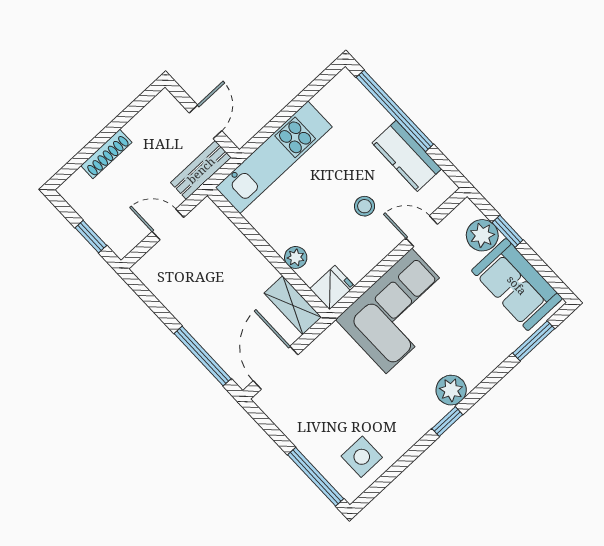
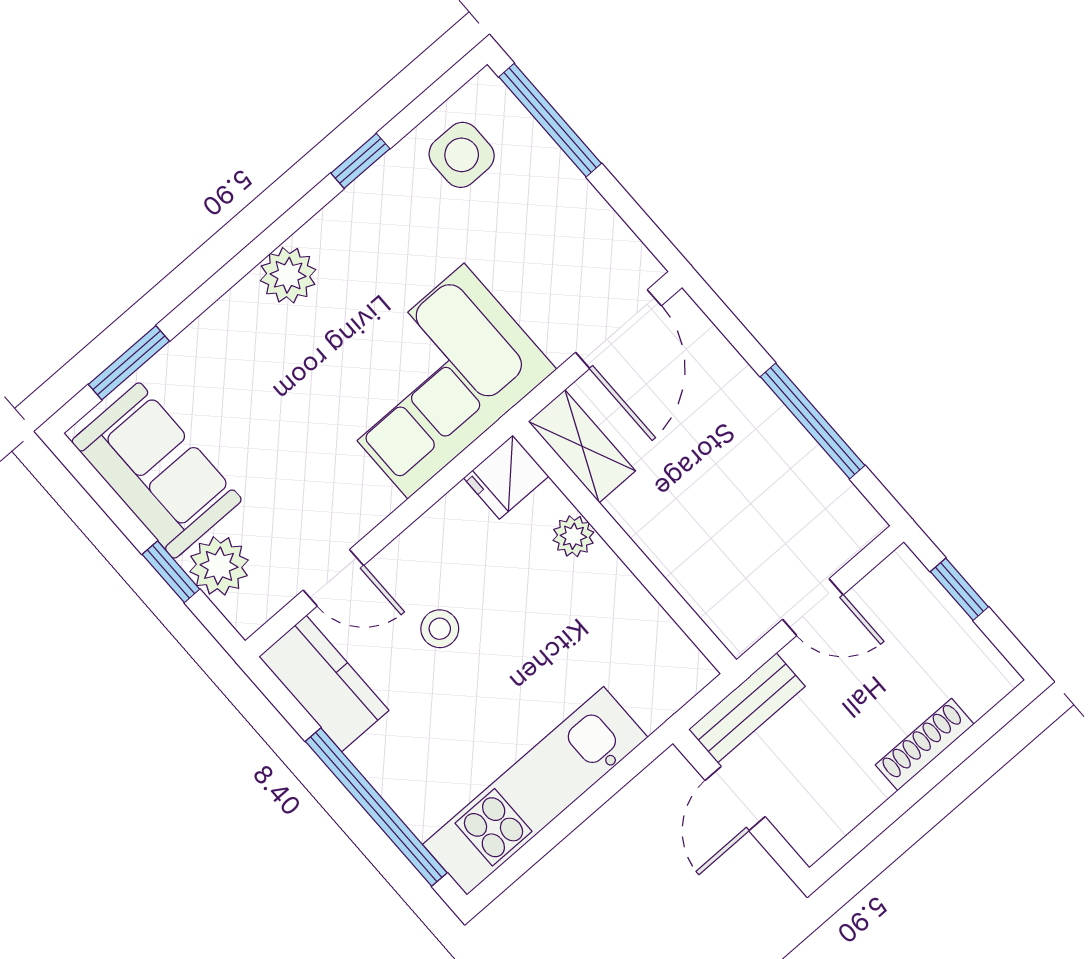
kitchen counter: (407, 156) -> (324, 683), moved
kitchen unit: (274, 157) -> (535, 791), moved
corner sofa: (399, 311) -> (436, 381), moved
window: (203, 356) -> (813, 421), moved
window: (447, 422) -> (360, 161), moved

